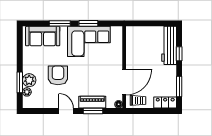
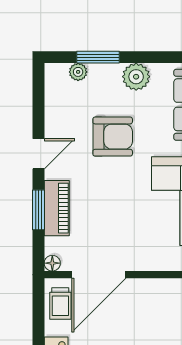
plant: (29, 80) -> (136, 77), moved
door: (124, 82) -> (99, 275), hinge flipped

